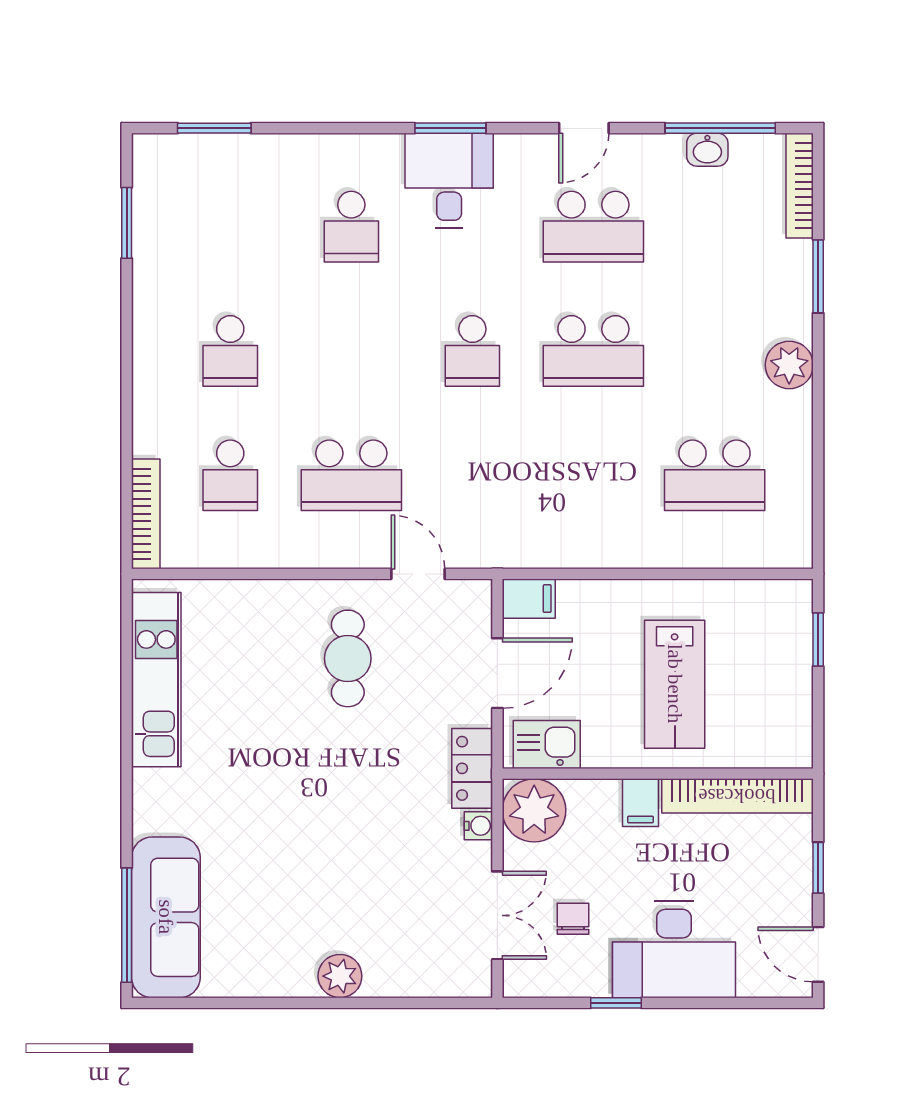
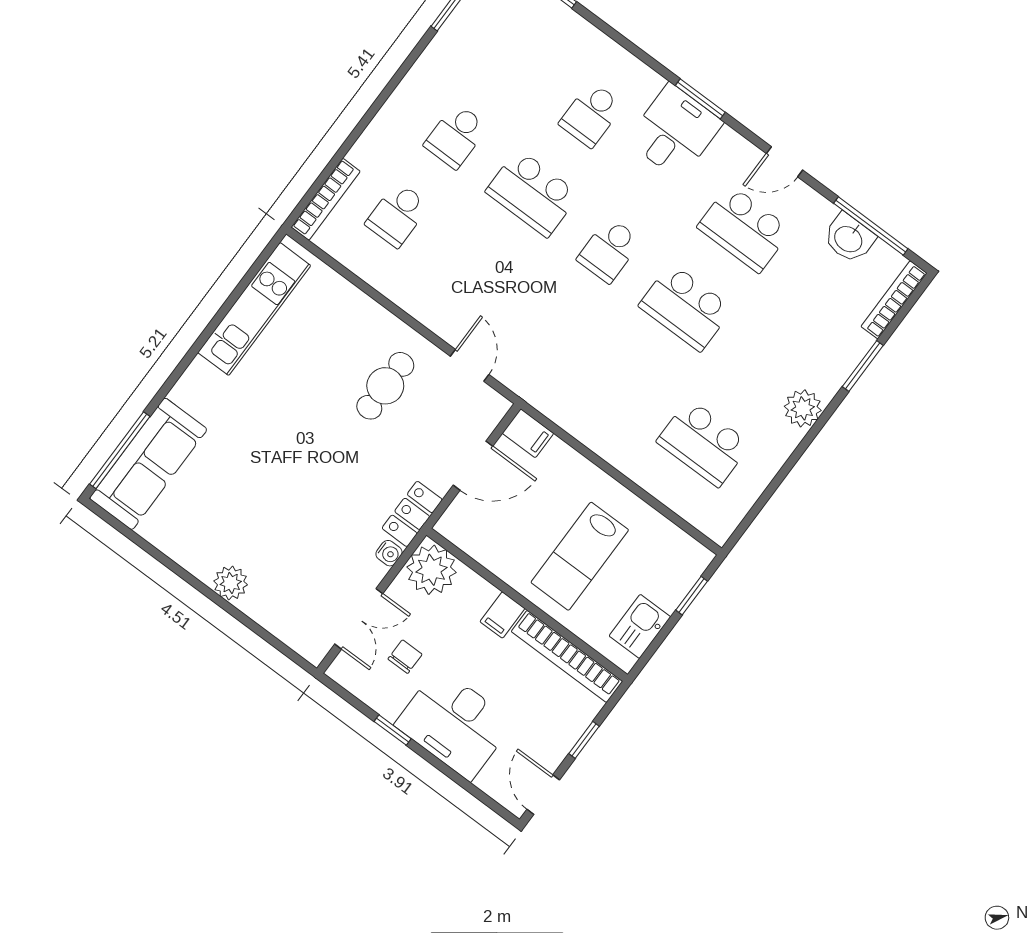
washbasin: (707, 150) -> (849, 238), width x1.38, depth x1.45
school desk: (351, 475) -> (532, 193), moved
kitchen sink: (547, 745) -> (640, 626), moved, turned -90

